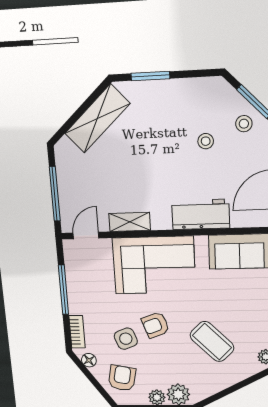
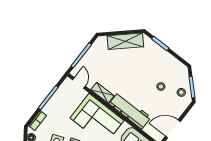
workbench: (201, 214) -> (130, 111), width x1.38
door: (86, 236) -> (79, 83), hinge flipped

